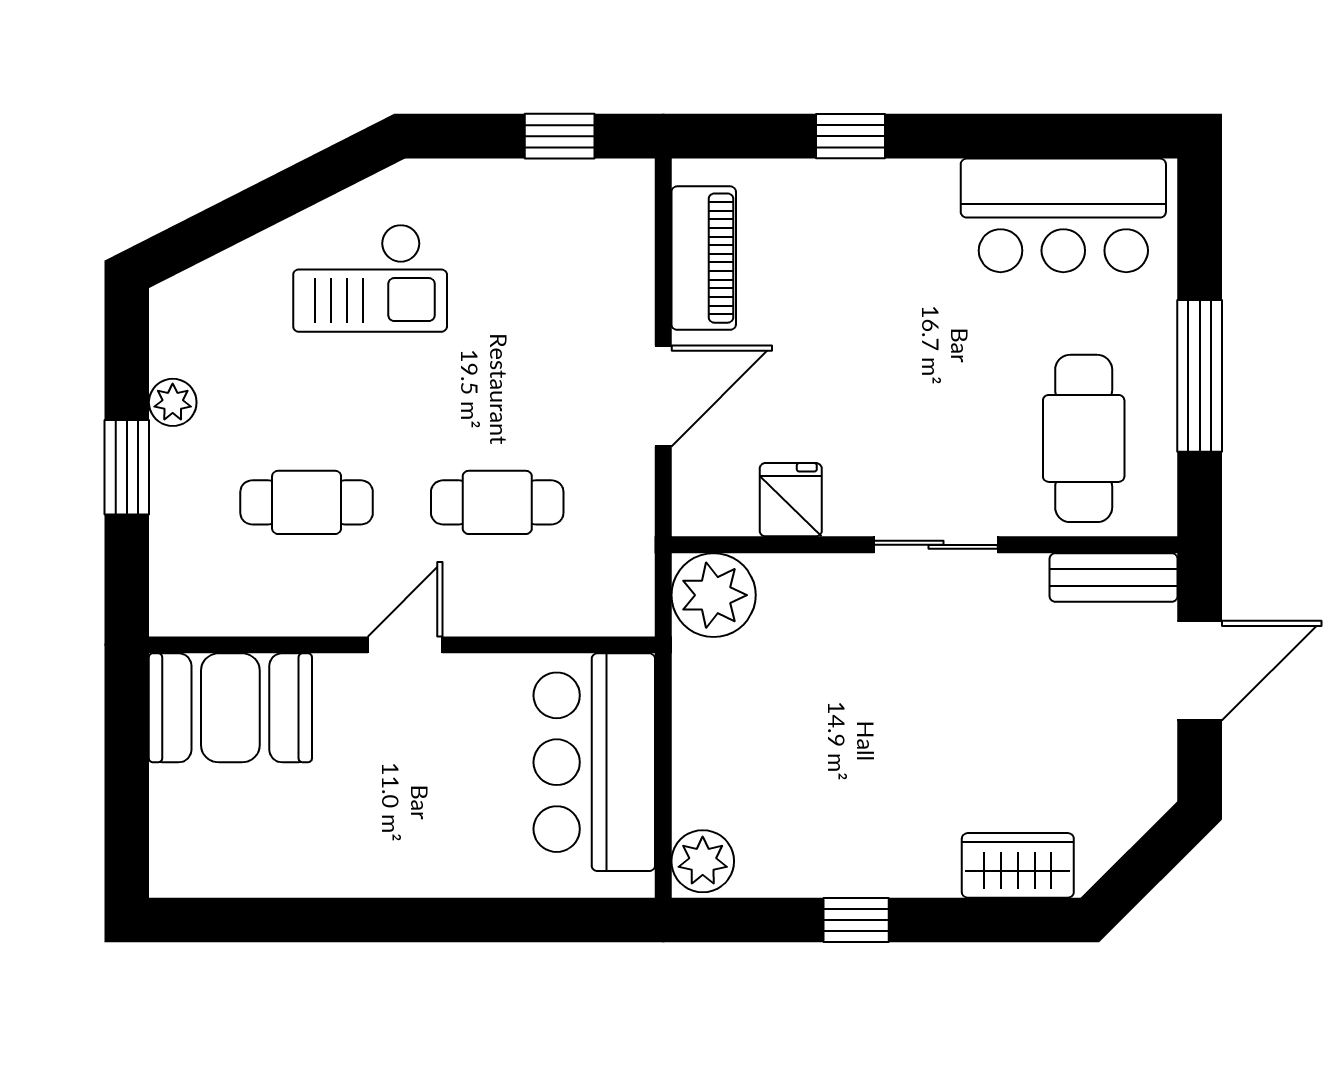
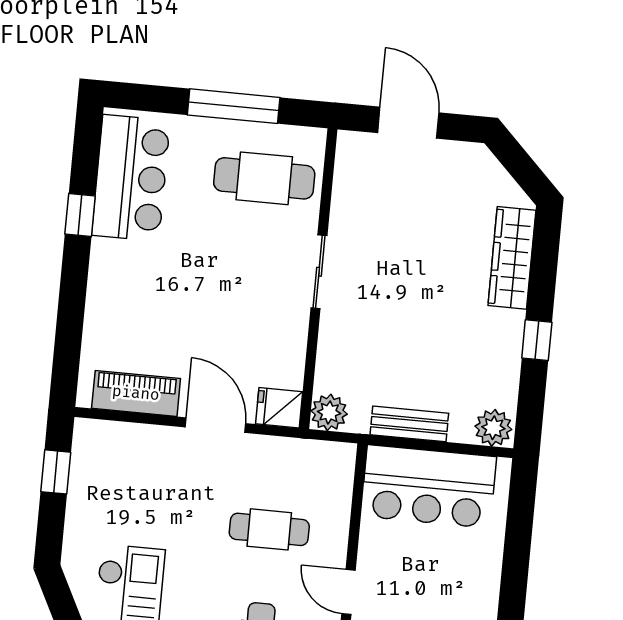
window: (851, 136) -> (80, 215), moved
fridge: (791, 500) -> (279, 408), moved
cafe table: (497, 502) -> (269, 529), turned 90
bench: (1114, 577) -> (409, 424), moved, turned 90
plant: (714, 595) -> (329, 412), width x0.73, depth x0.73
wardrobe: (1018, 865) -> (512, 258), width x1.50

